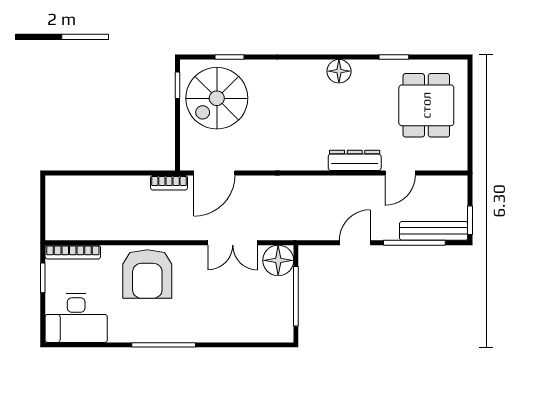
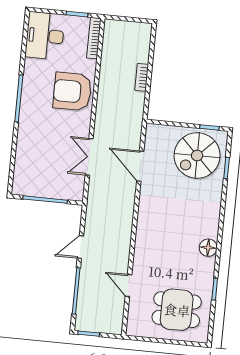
spiral stairs: (217, 98) -> (197, 156), turned -90
dresser: (355, 160) -> (141, 253), removed
door: (214, 173) -> (140, 166), moved
bookcase: (169, 183) -> (142, 77), moved
bench: (434, 231) -> (83, 306), removed
door: (355, 243) -> (80, 247), swing flipped
floor lamp: (278, 260) -> (73, 189), removed

